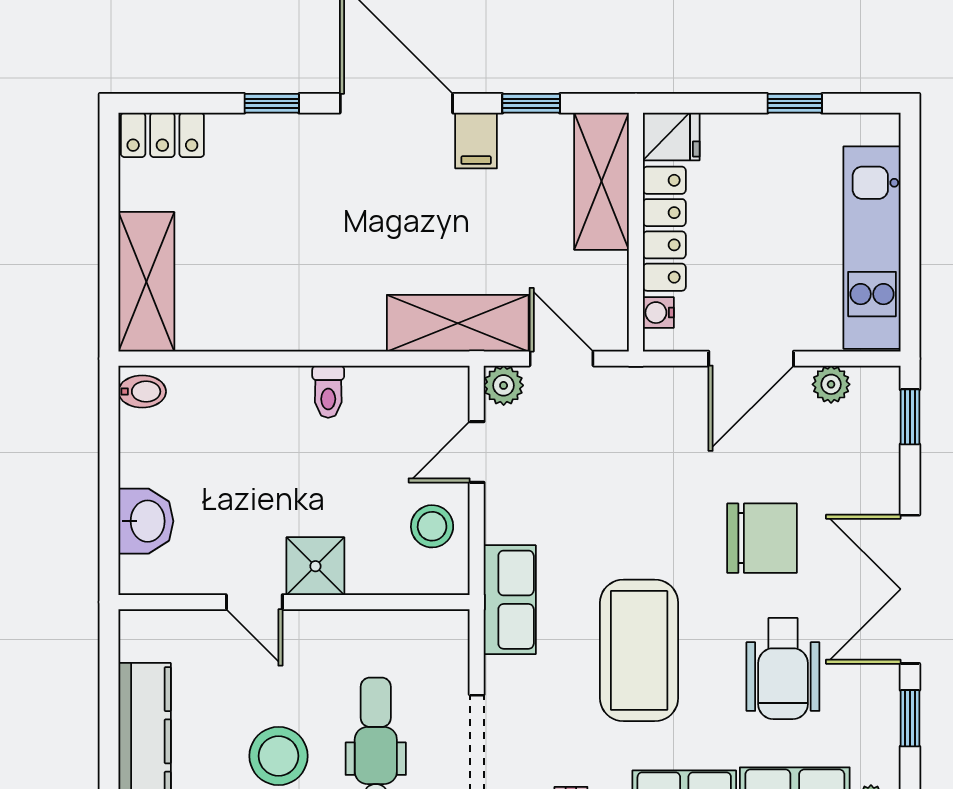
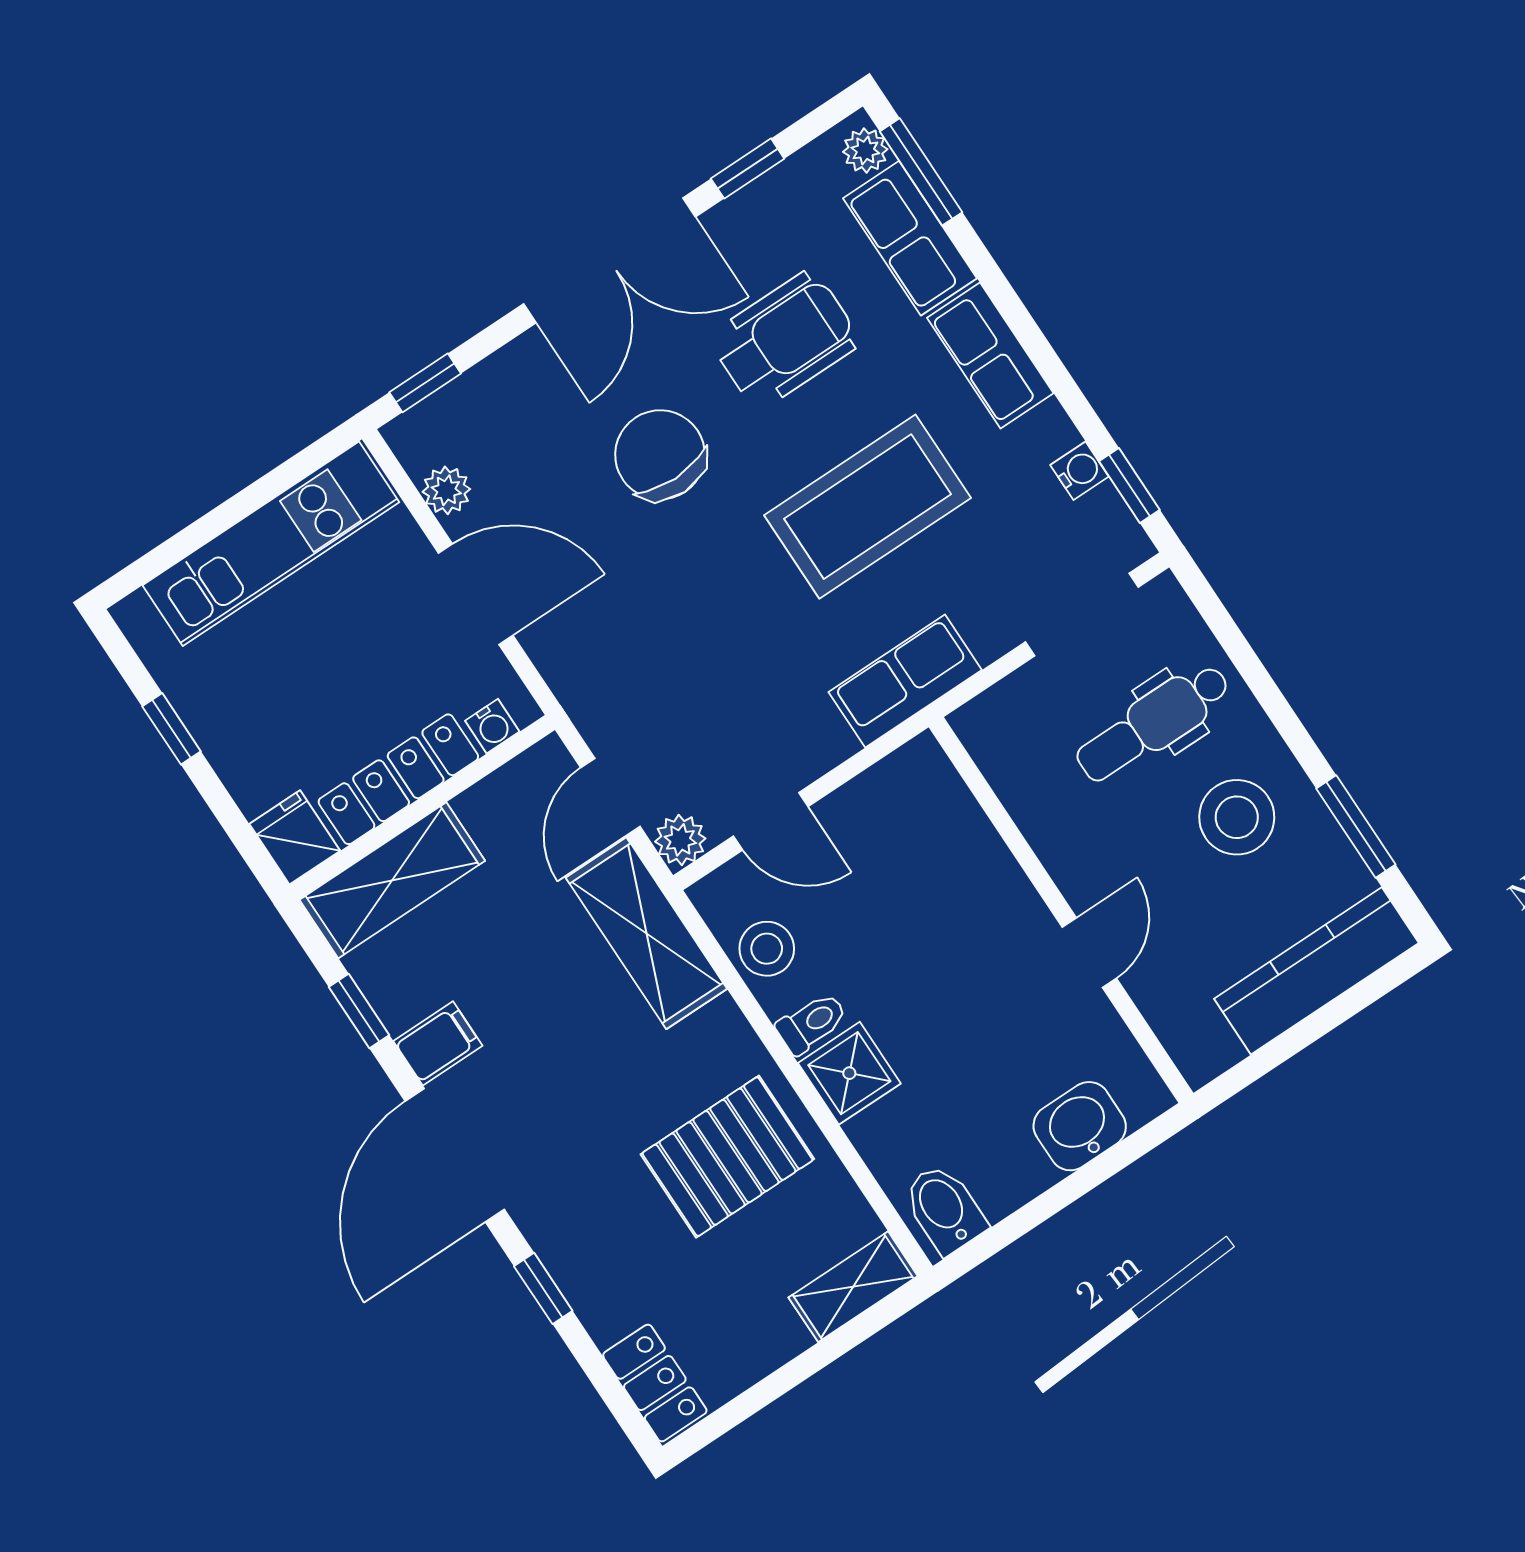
pallet: (278, 280) -> (727, 1157), added
shelving: (146, 282) -> (853, 1287), width x0.67, depth x0.75
bidet: (142, 392) -> (944, 1209), width x1.38, depth x1.36
stool: (432, 526) -> (767, 949), moved
shower: (315, 566) -> (849, 1073), moved

